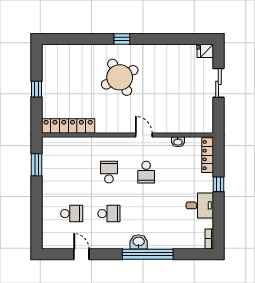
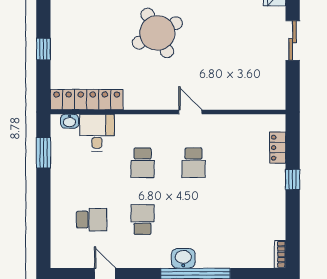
washbasin: (178, 142) -> (70, 121), moved
locker: (208, 155) -> (278, 148), width x0.66
school desk: (109, 172) -> (143, 163), turned 180
desk: (200, 205) -> (97, 133), moved, turned -90
school desk: (109, 214) -> (143, 220), turned -90

